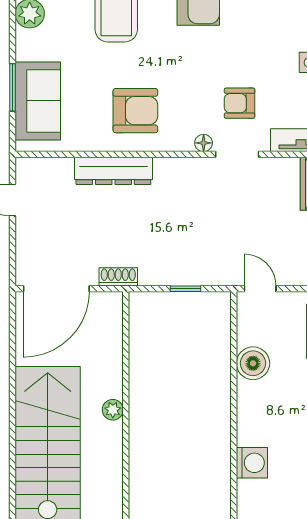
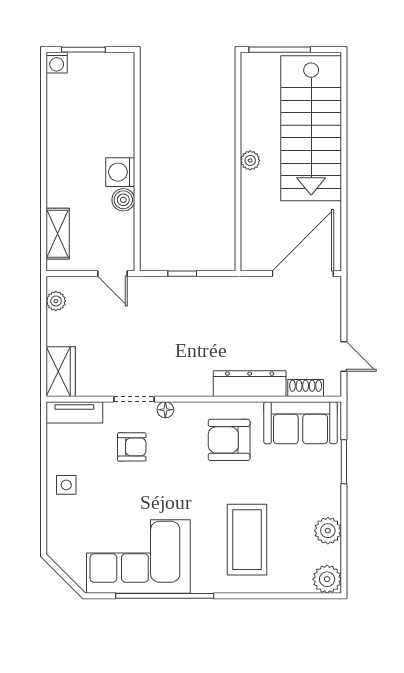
sofa: (38, 101) -> (300, 423), moved, turned -90
shoe rack: (118, 277) -> (306, 388), moved, turned 180
boiler: (253, 363) -> (123, 200), width x0.73, depth x0.73
washing machine: (252, 463) -> (120, 172), moved

